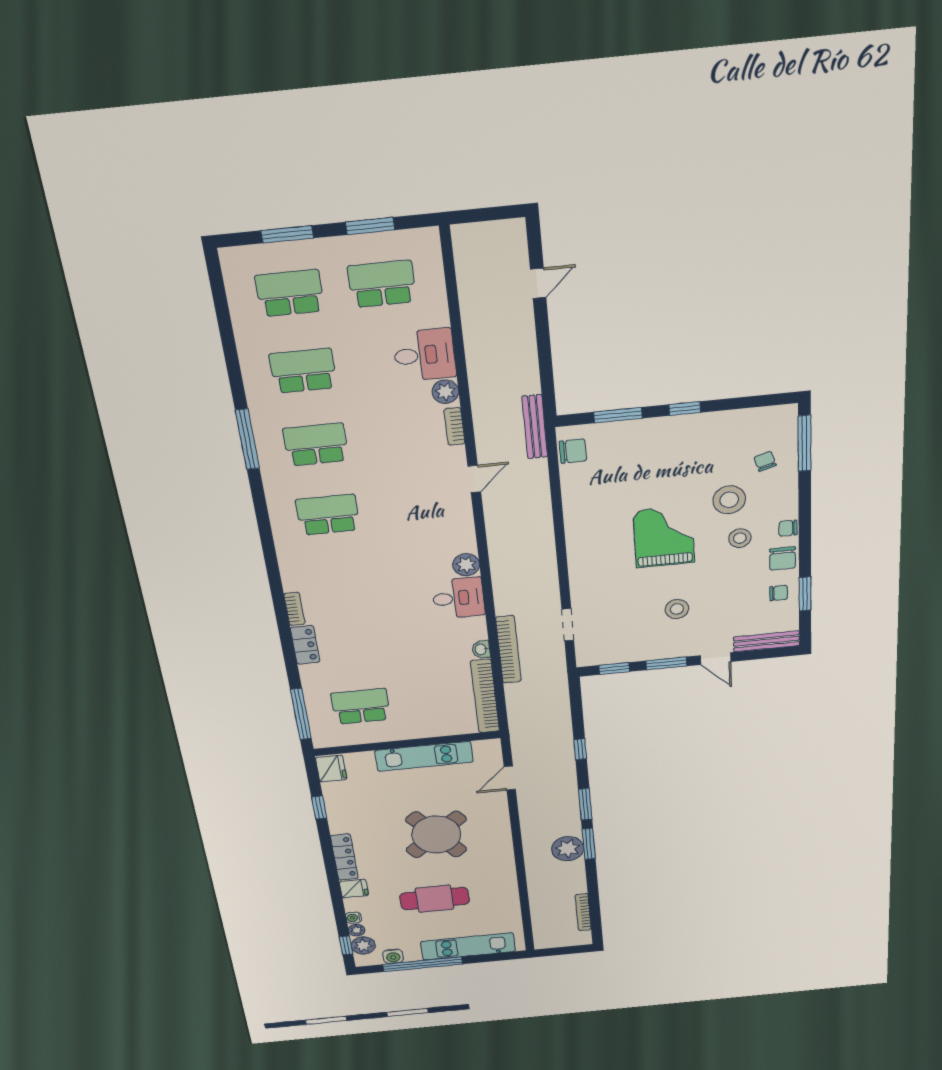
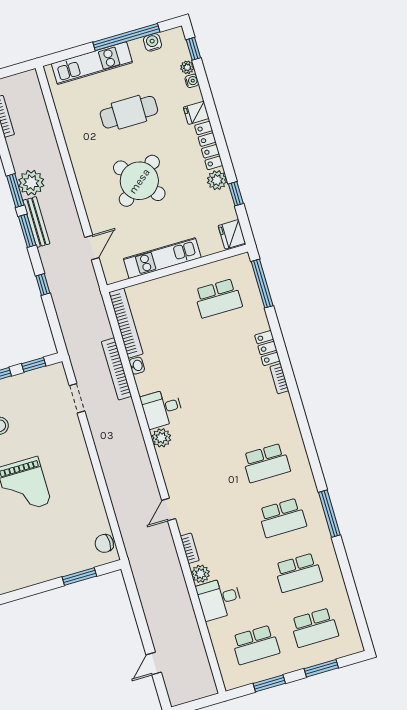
window: (685, 409) -> (35, 590), removed
bench: (535, 427) -> (36, 222), moved
plant: (363, 945) -> (217, 180), moved

